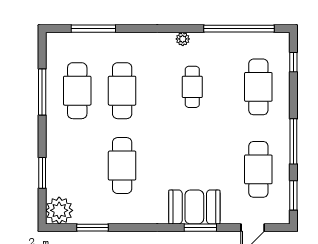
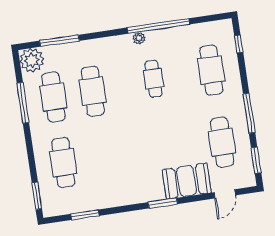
window: (239, 29) -> (159, 26), moved
cafe table: (122, 166) -> (63, 163), moved
window: (42, 173) -> (37, 196), moved
booth: (194, 207) -> (187, 181), moved
plant: (59, 210) -> (32, 60), moved
window: (200, 228) -> (163, 203), moved

